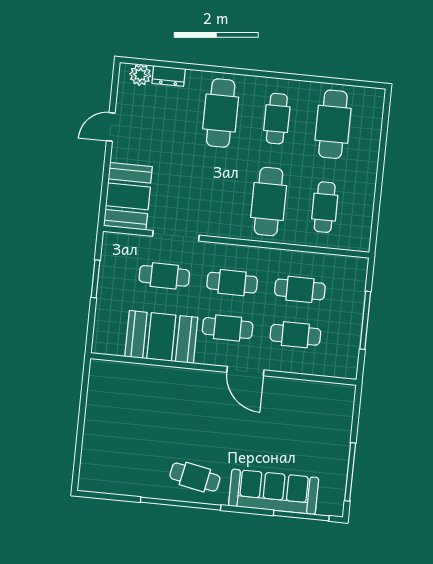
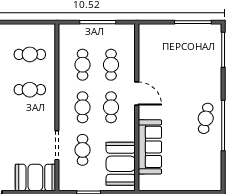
cafe table: (269, 202) -> (30, 90), width x0.73, depth x0.74
booth: (161, 337) -> (121, 164), moved
door: (245, 371) -> (137, 94), hinge flipped
sofa: (274, 492) -> (150, 147), moved, turned 180

